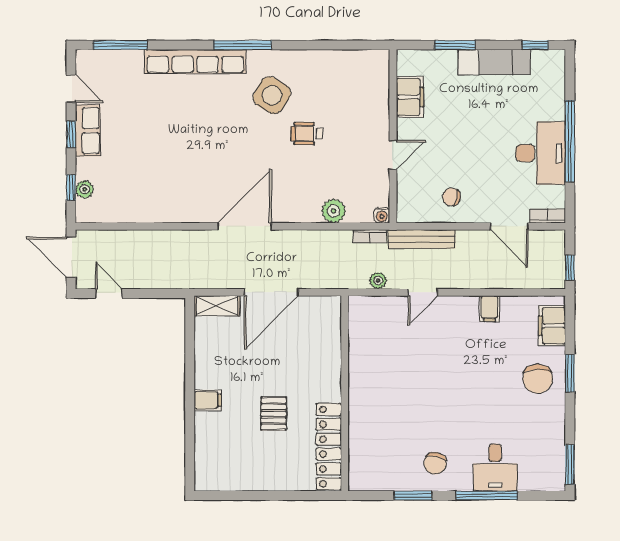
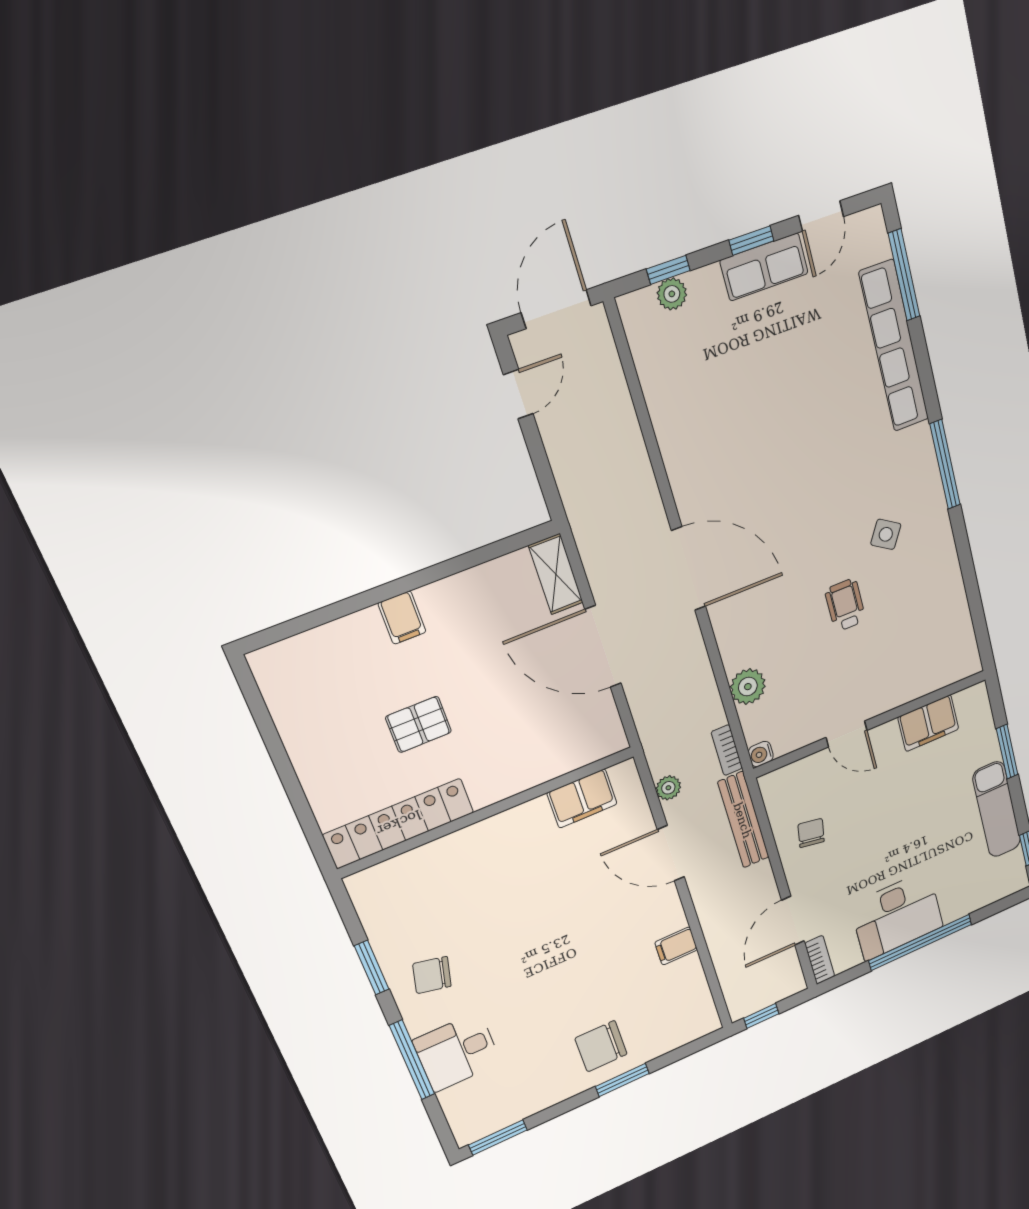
row of seats: (195, 62) -> (894, 346), moved
side table: (272, 95) -> (886, 534), width x0.54, depth x0.54
door: (423, 292) -> (671, 853), width x1.38
filing cabinet: (552, 326) -> (582, 799), moved, turned 180

